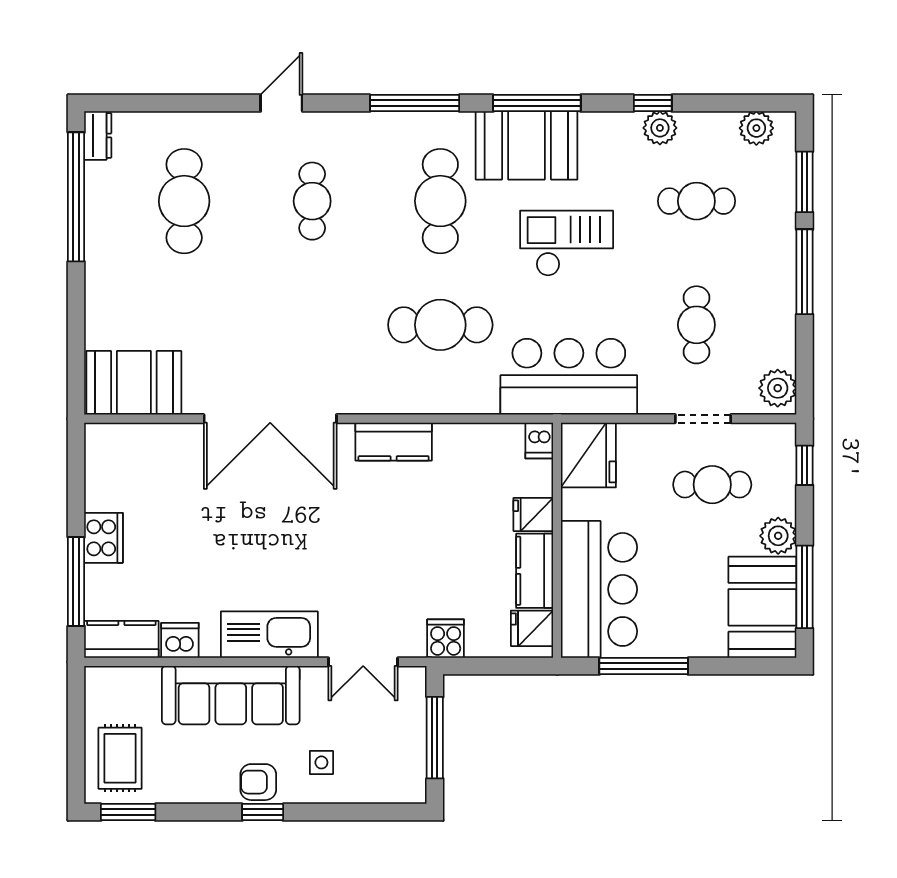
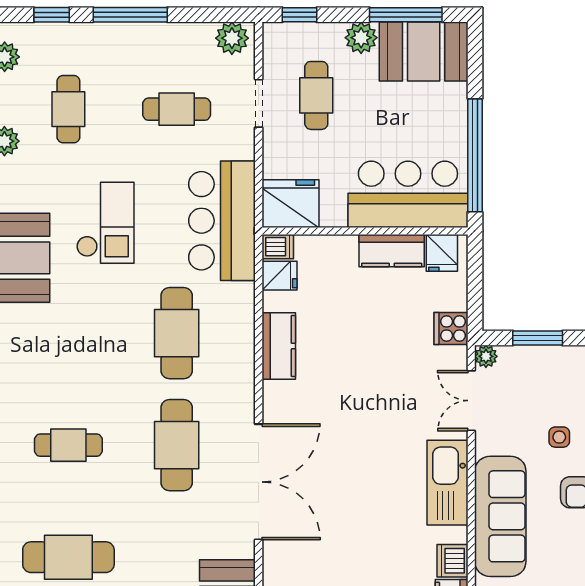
window: (805, 182) -> (52, 15), width x0.67
cafe table: (440, 201) -> (177, 445), moved, turned 90
checkout: (567, 243) -> (105, 223), turned 180
kitchen counter: (394, 442) -> (279, 346), moved
fridge: (533, 514) -> (279, 276), moved, turned -90
double door: (363, 662) -> (471, 401), swing flipped
window: (644, 666) -> (475, 155), width x1.46
plant: (414, 679) -> (486, 356), added
window: (435, 738) -> (538, 338), width x0.69

